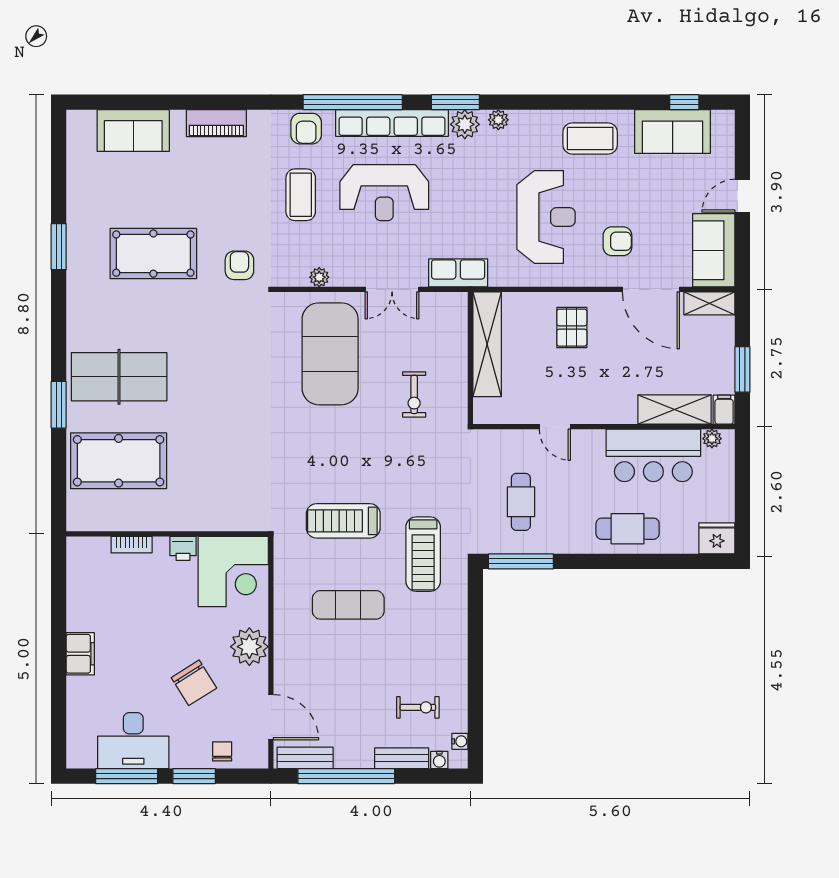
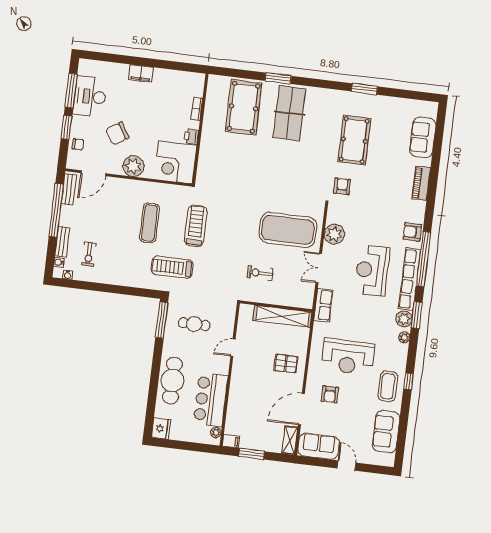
window: (684, 102) -> (409, 381), moved
coffee table: (301, 195) -> (377, 224), removed
armchair: (239, 265) -> (342, 186), turned -90
plant: (319, 277) -> (334, 234), width x1.88, depth x1.88
shelving: (675, 410) -> (234, 414), removed
cafe table: (628, 529) -> (172, 380), width x1.37, depth x1.35

